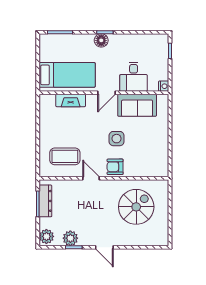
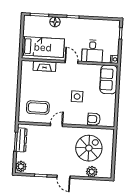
floor lamp: (101, 40) -> (55, 22), moved
door: (106, 93) -> (71, 62), swing flipped
sofa: (137, 105) -> (109, 79), moved, turned 90
armchair: (115, 167) -> (94, 119), moved
door: (91, 178) -> (56, 125), hinge flipped
plant: (70, 238) -> (92, 172), moved

